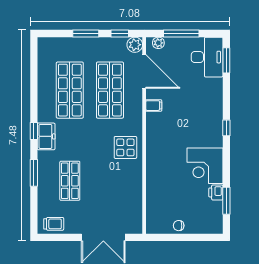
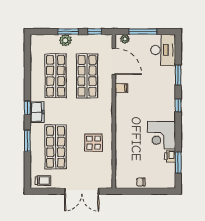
plant: (135, 45) -> (65, 40), moved
window: (226, 60) -> (178, 75), moved
display table: (125, 147) -> (93, 143), moved
shop shelf: (70, 181) -> (56, 147), width x1.43, depth x1.36

